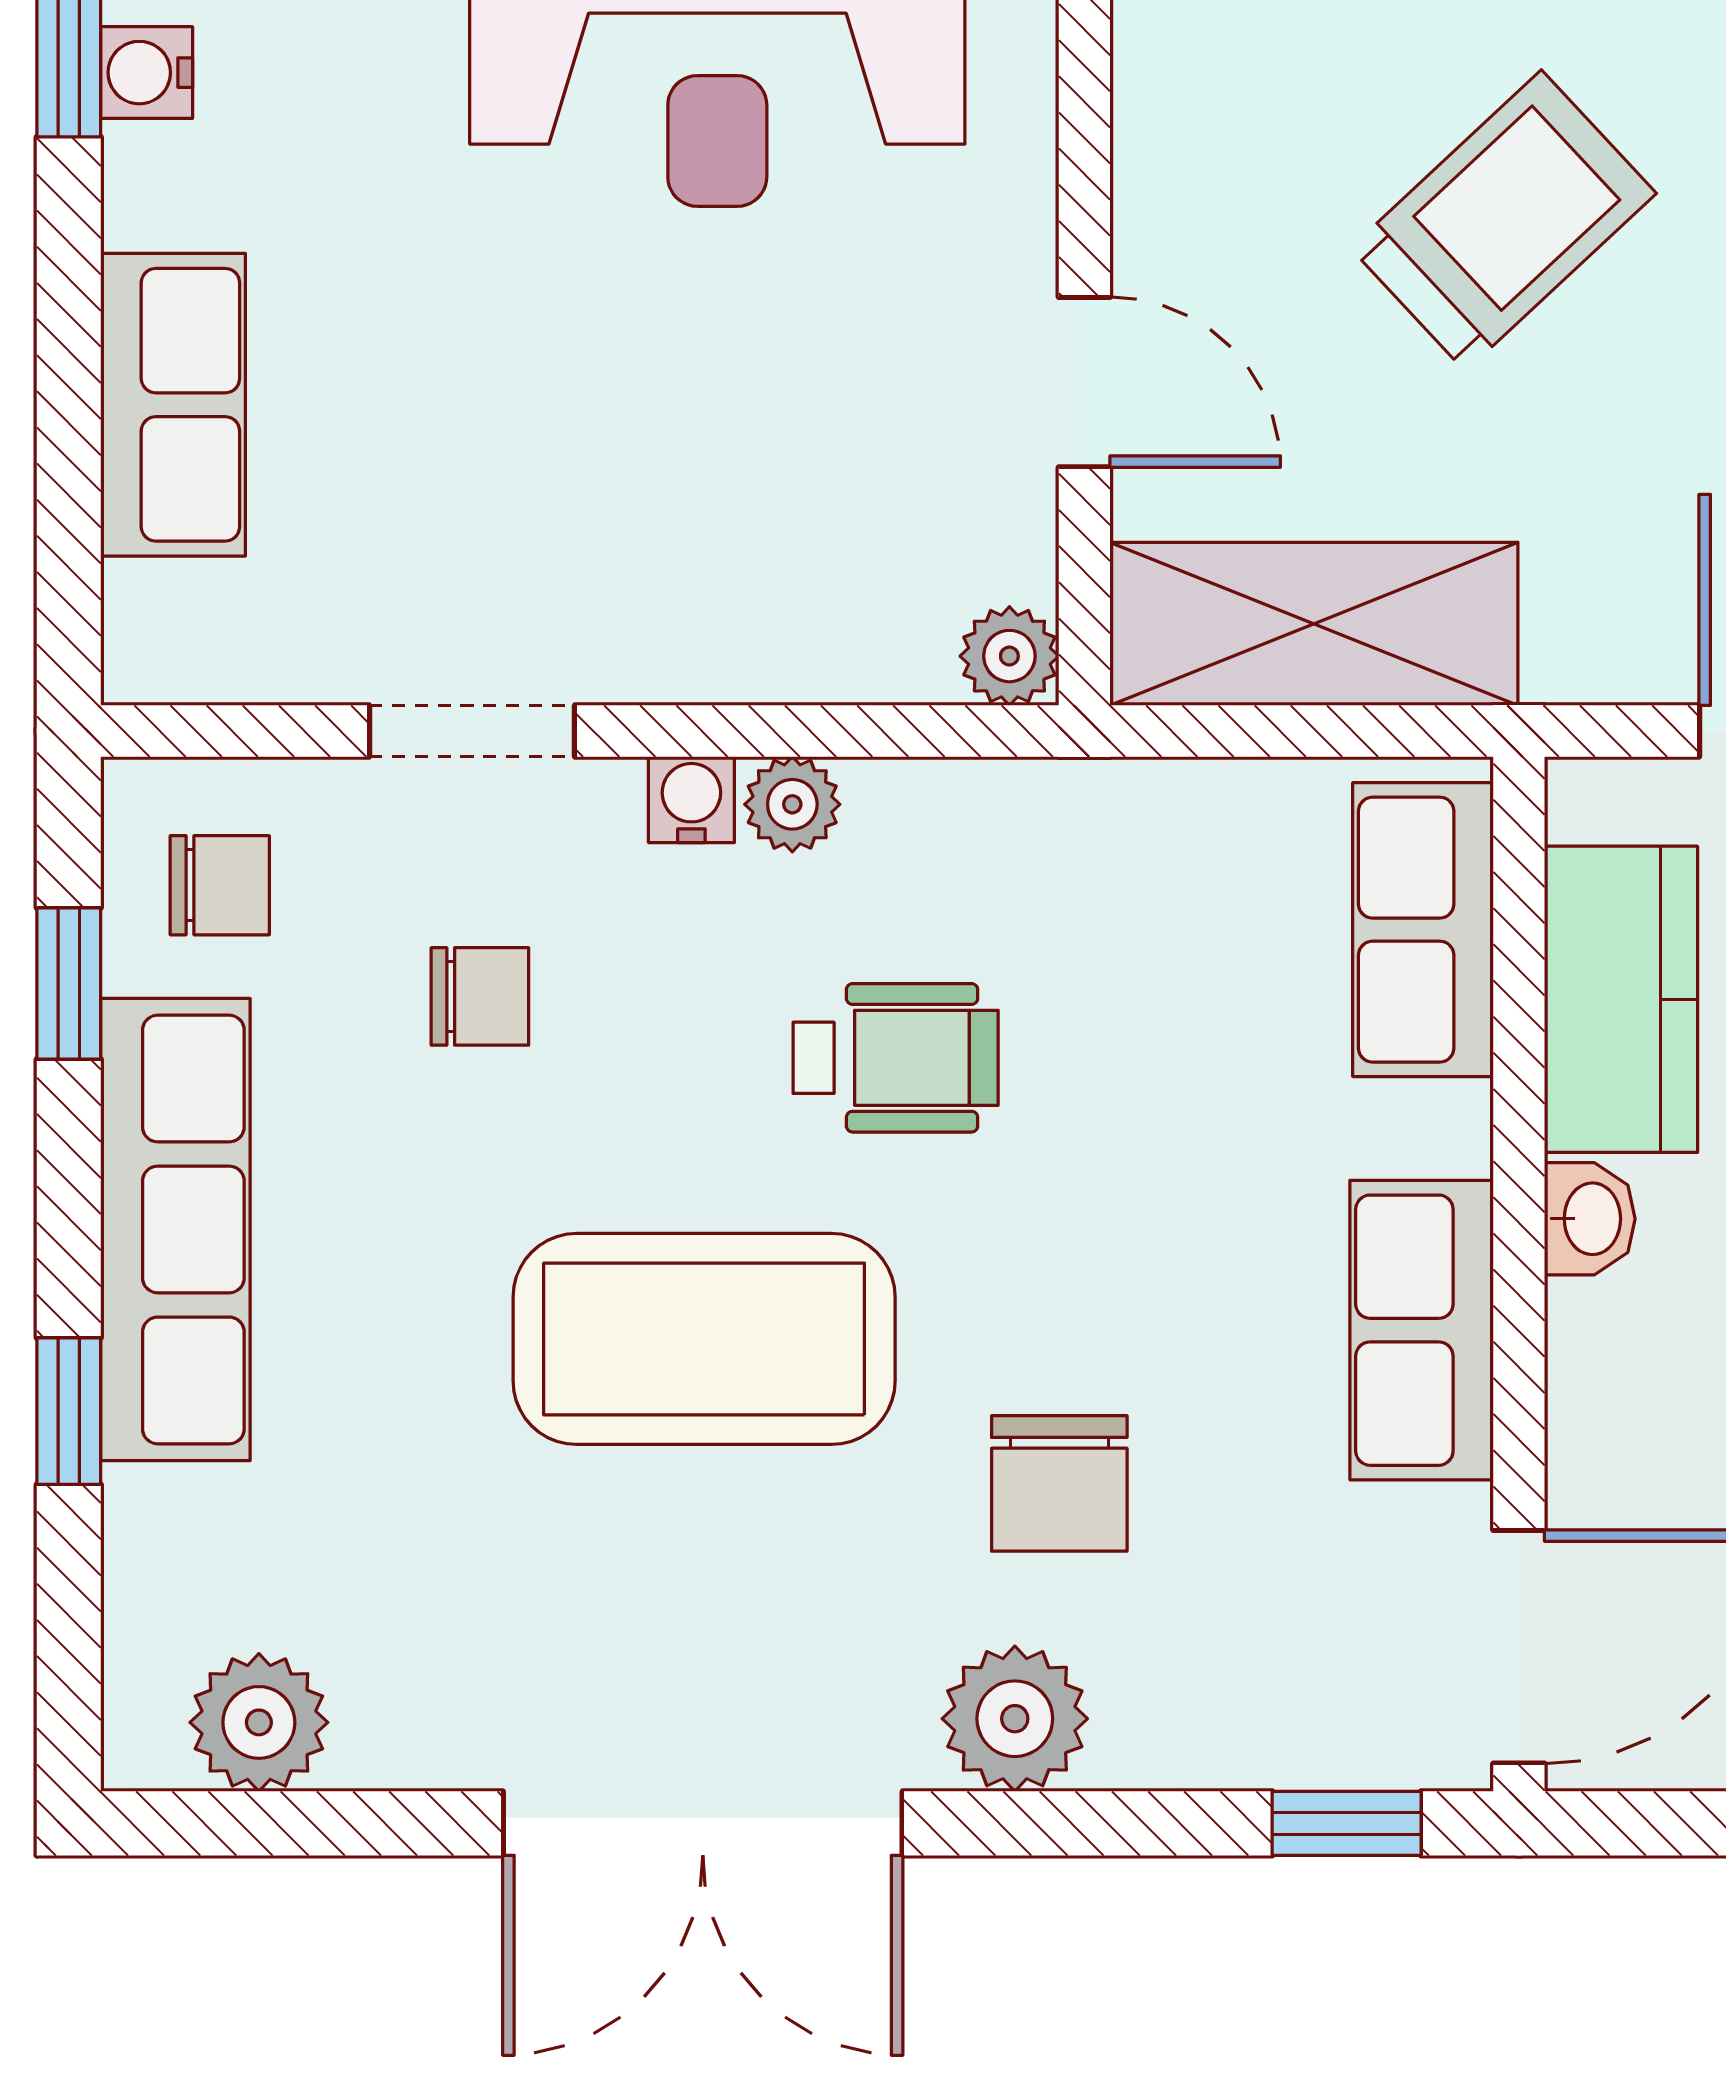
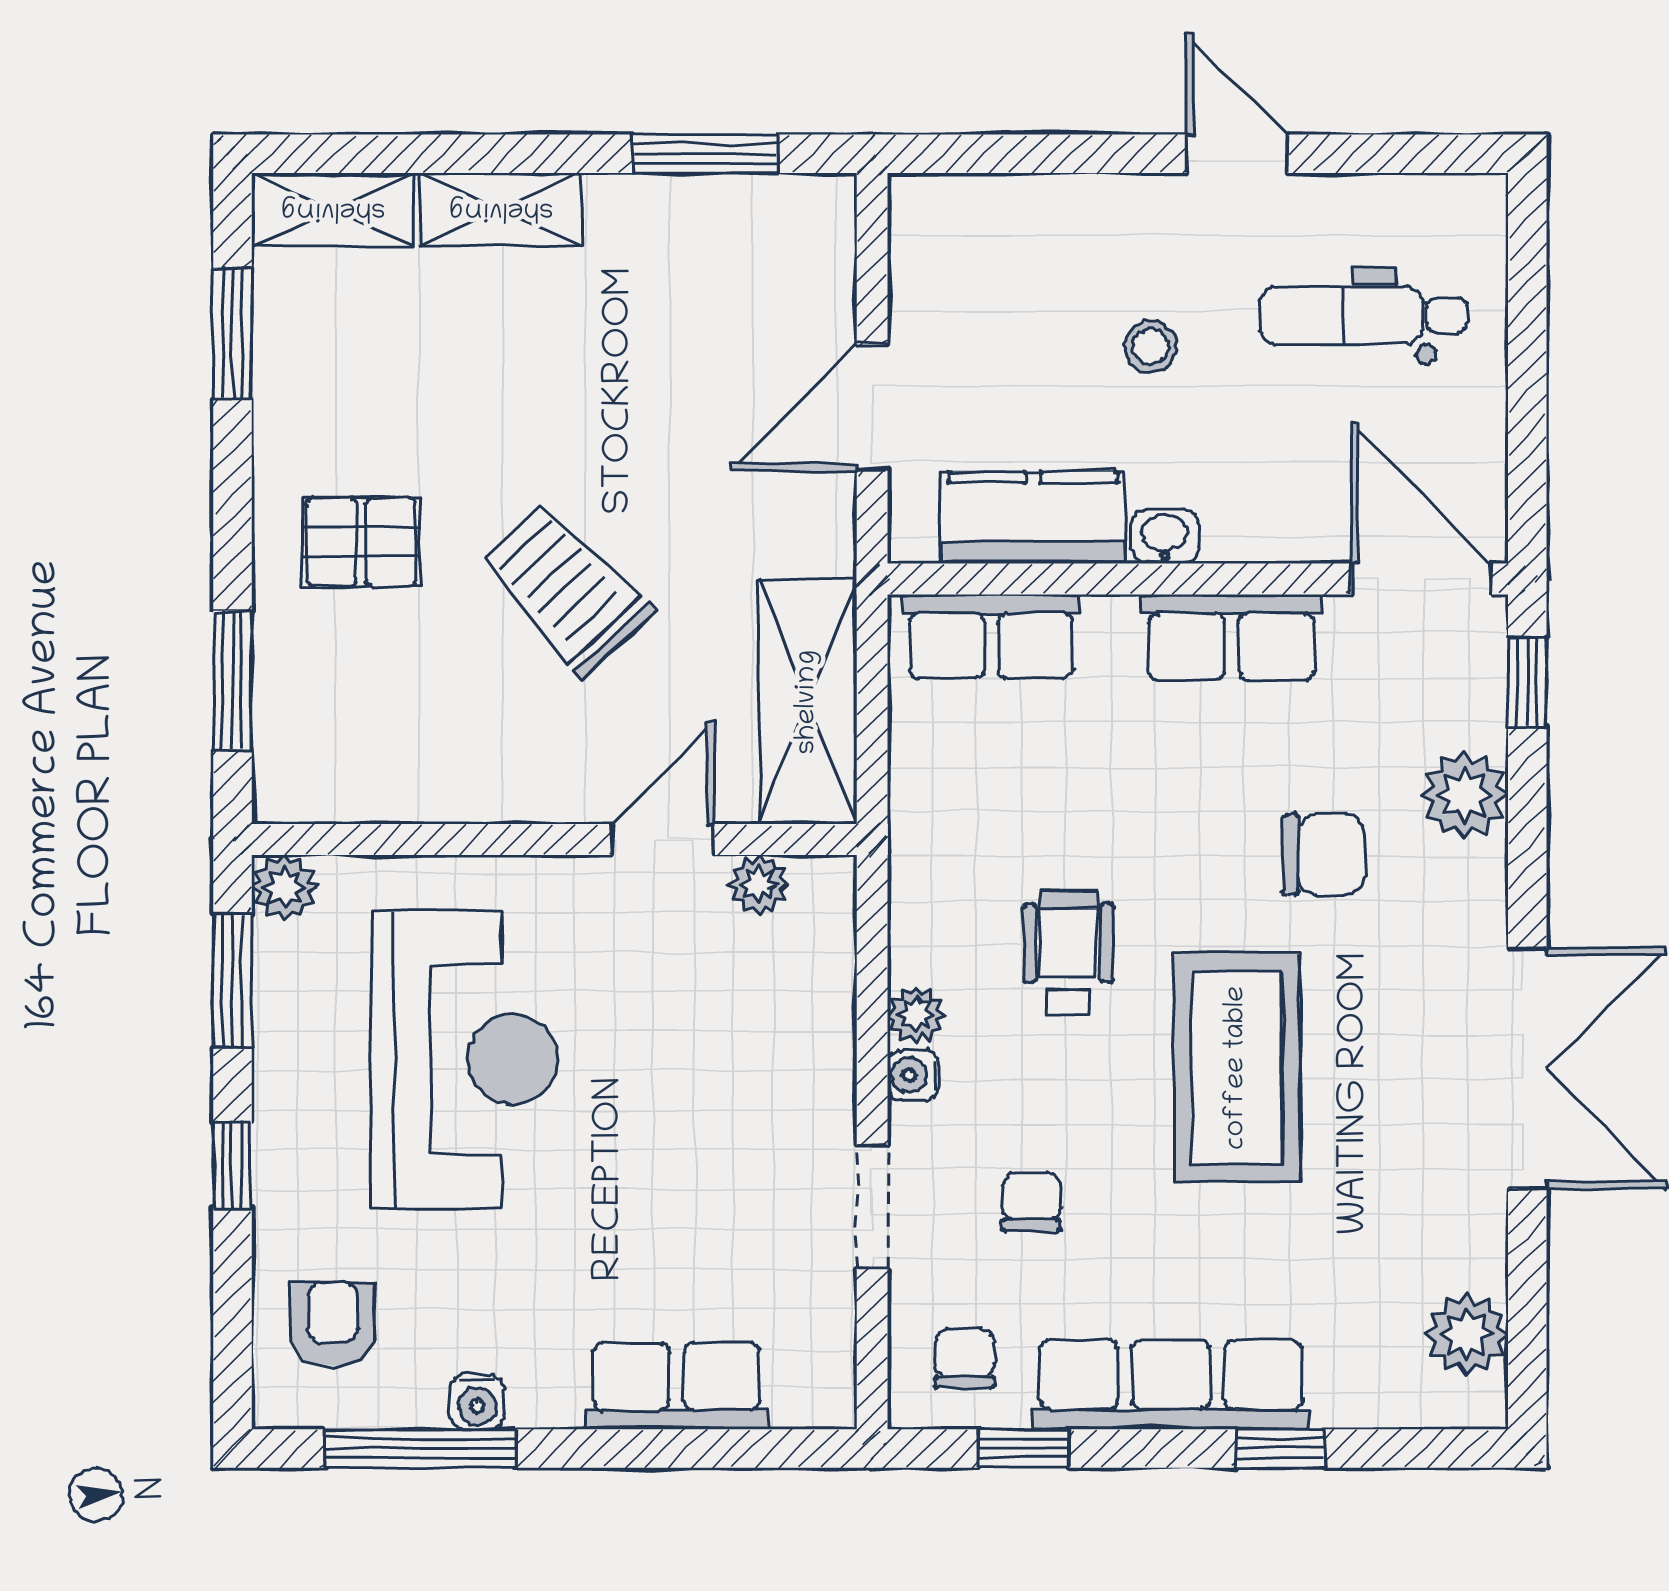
plant: (1009, 656) -> (759, 884), moved
plant: (1015, 1719) -> (1464, 795), moved

